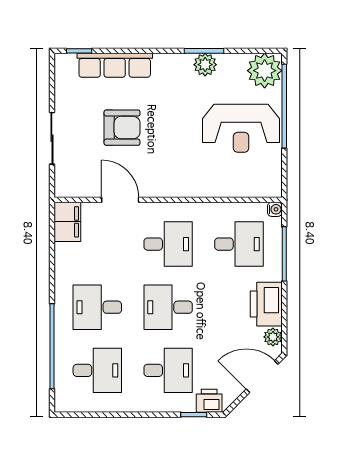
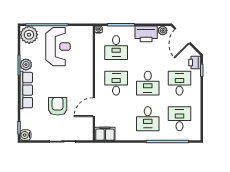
water cooler: (65, 64) -> (25, 135), added
row of seats: (115, 65) -> (26, 90), moved
desk: (239, 244) -> (116, 48), turned 180

